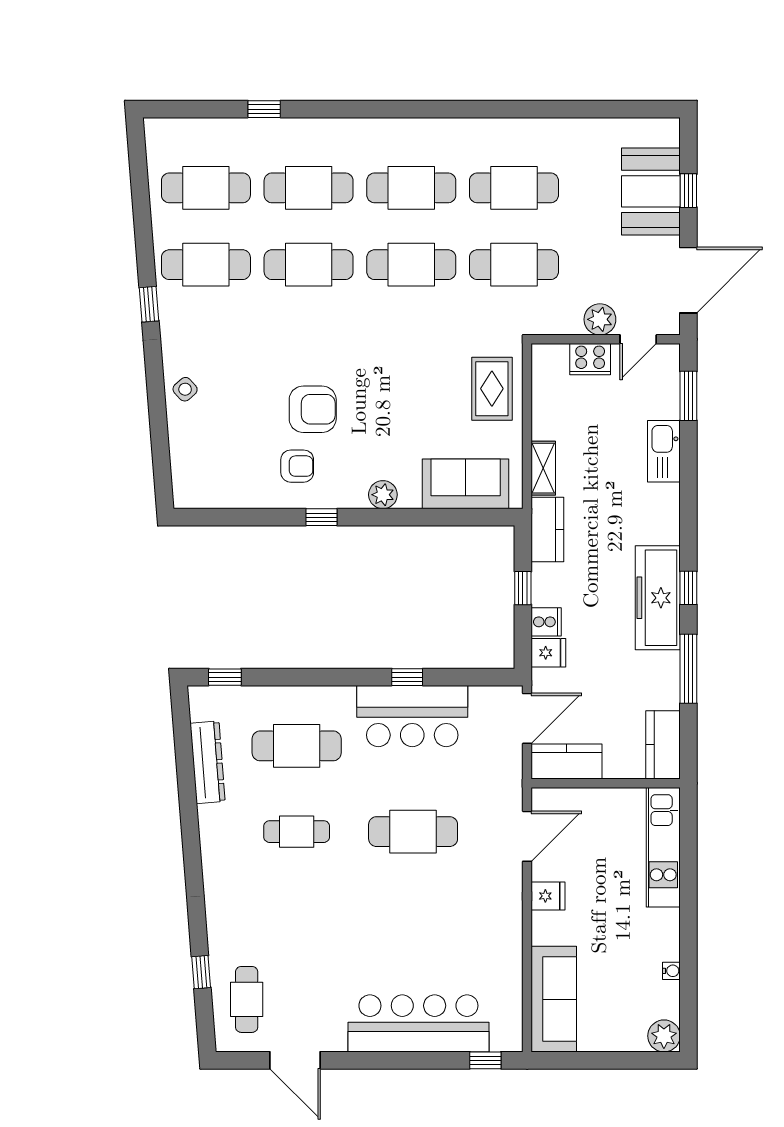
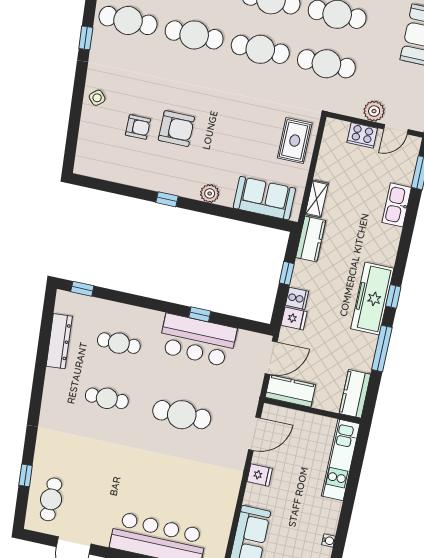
armchair: (297, 466) -> (138, 127), moved
cafe table: (297, 746) -> (119, 343), width x0.73, depth x0.74

